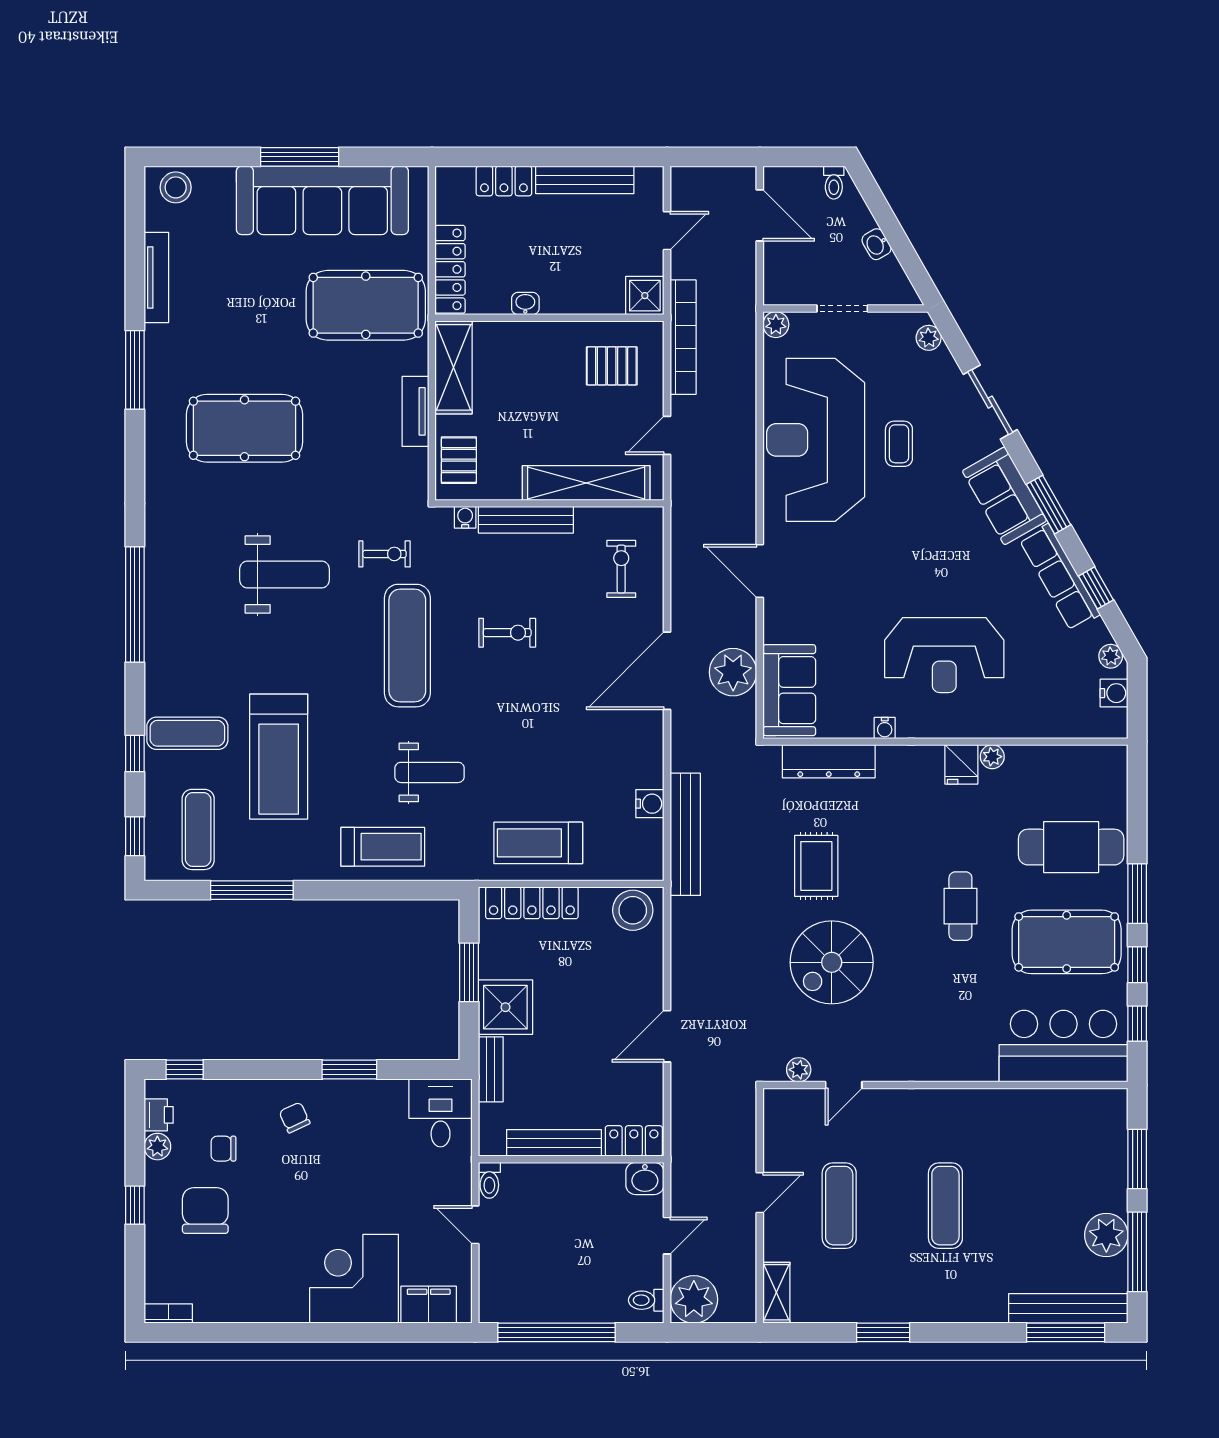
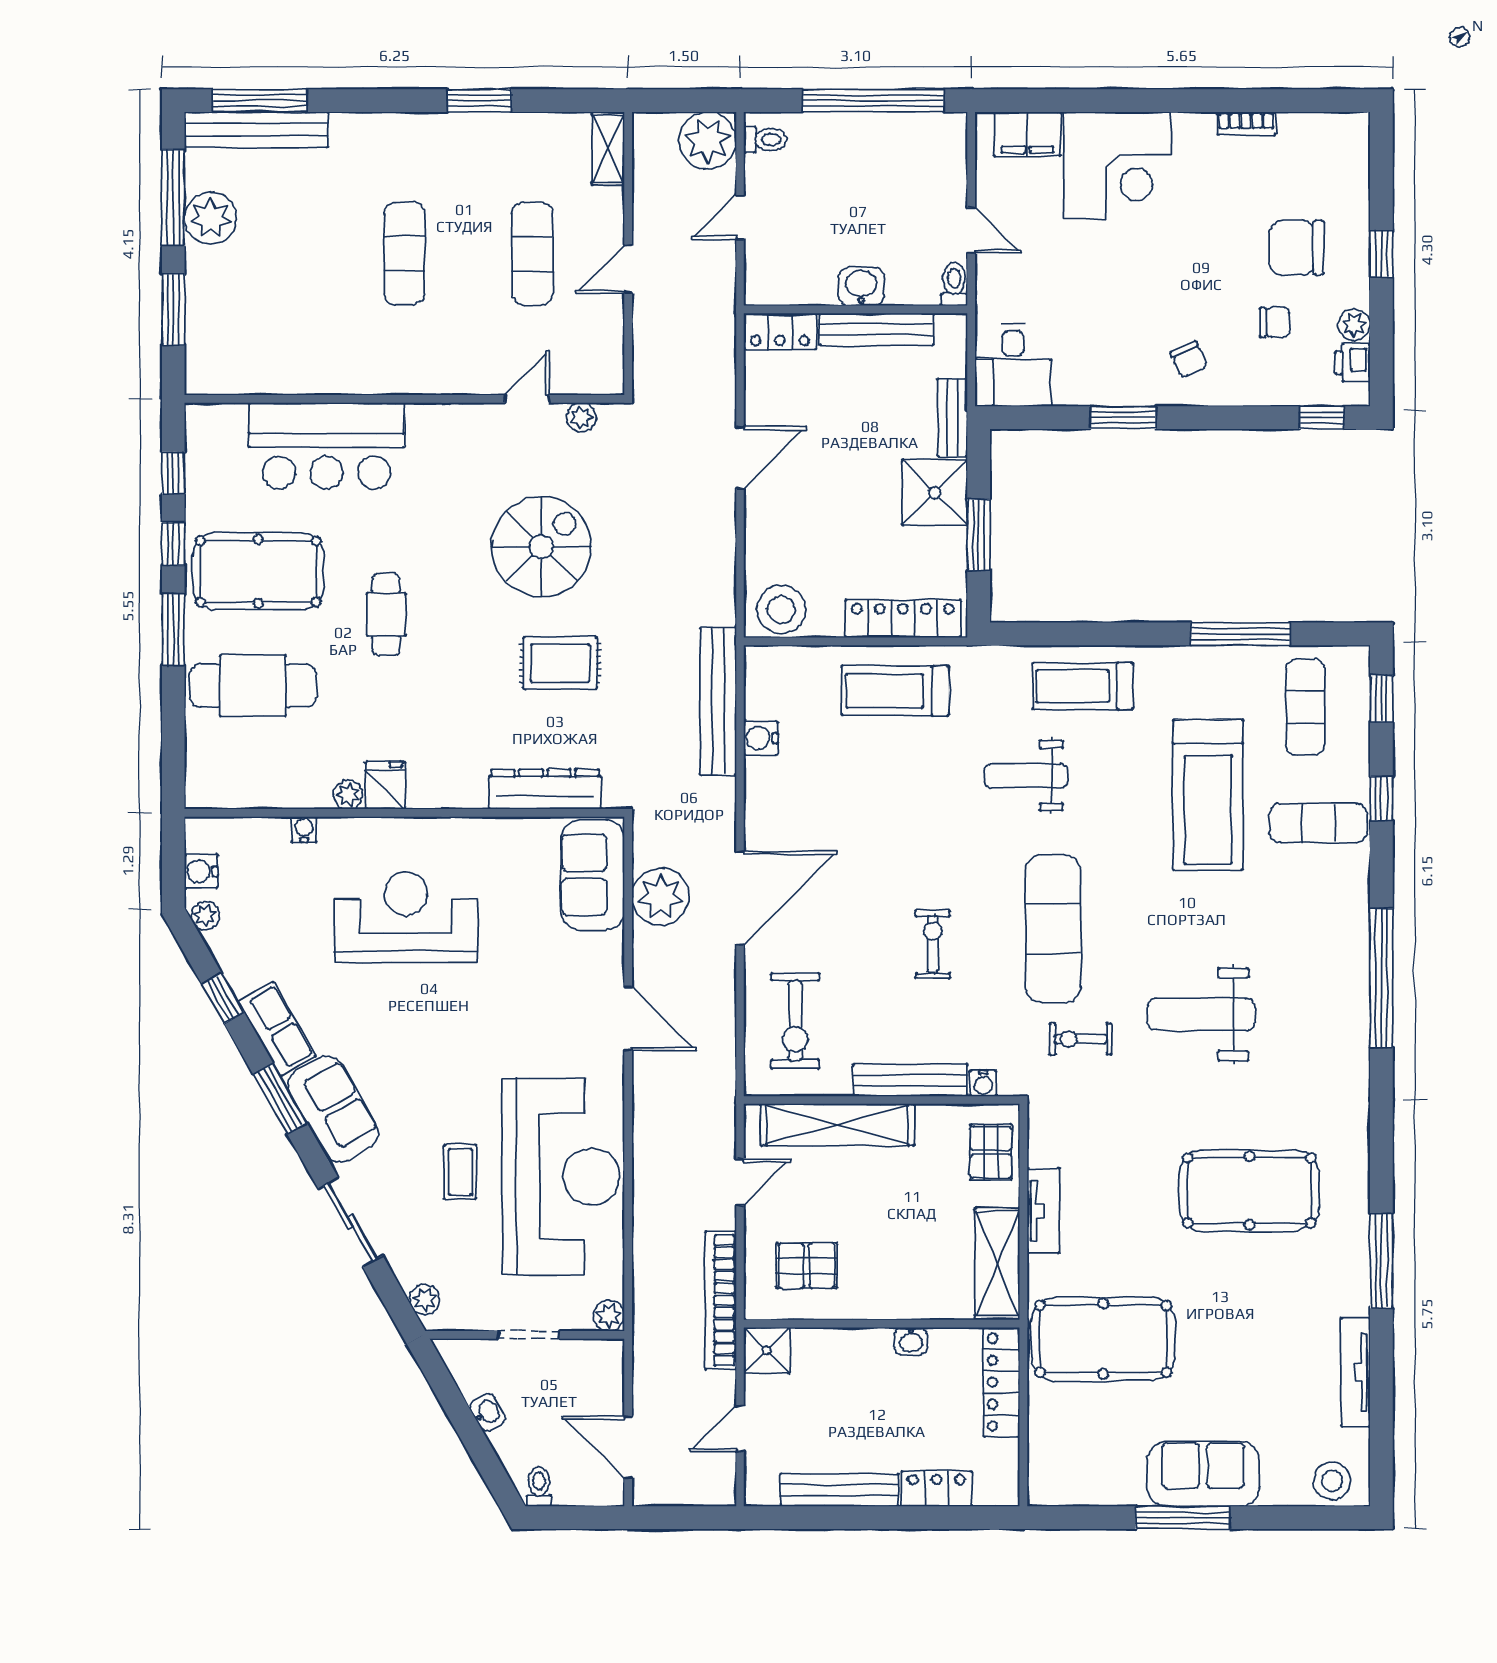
sofa: (322, 200) -> (1203, 1474), width x0.54, depth x0.79
exercise bike: (621, 569) -> (795, 1021), width x1.38, depth x1.39
row of seats: (1060, 577) -> (277, 1029), width x0.68
exercise bike: (507, 633) -> (933, 944), turned 90
water cooler: (885, 728) -> (304, 829), moved
treadmill: (279, 757) -> (1208, 795), turned 180
treadmill: (538, 843) -> (895, 691), turned 180
rug: (816, 866) -> (560, 663), turned 90
bar counter: (1064, 1046) -> (327, 446), moved
washbasin: (645, 1178) -> (861, 286), moved
chair: (205, 1211) -> (1297, 248), turned 90
bookcase: (168, 1314) -> (1246, 123), moved

